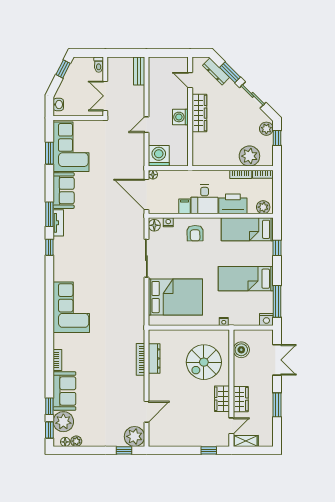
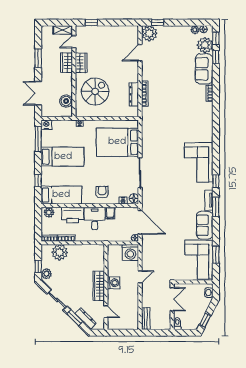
corner sofa: (71, 307) -> (199, 162), moved

